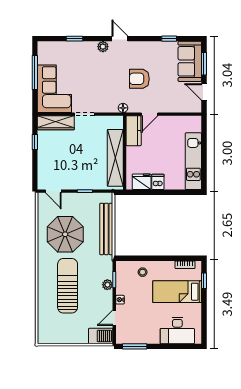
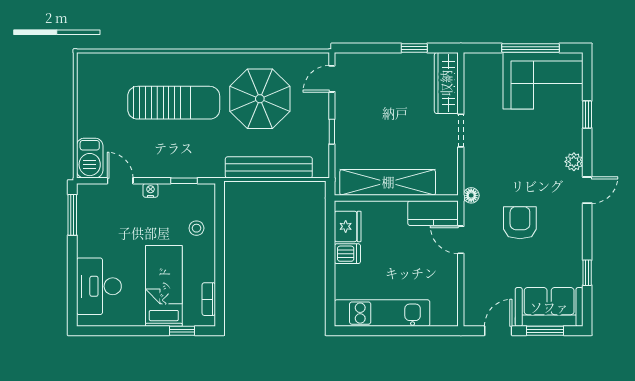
corner sofa: (54, 89) -> (543, 81), moved
plant: (107, 285) -> (175, 169), removed

